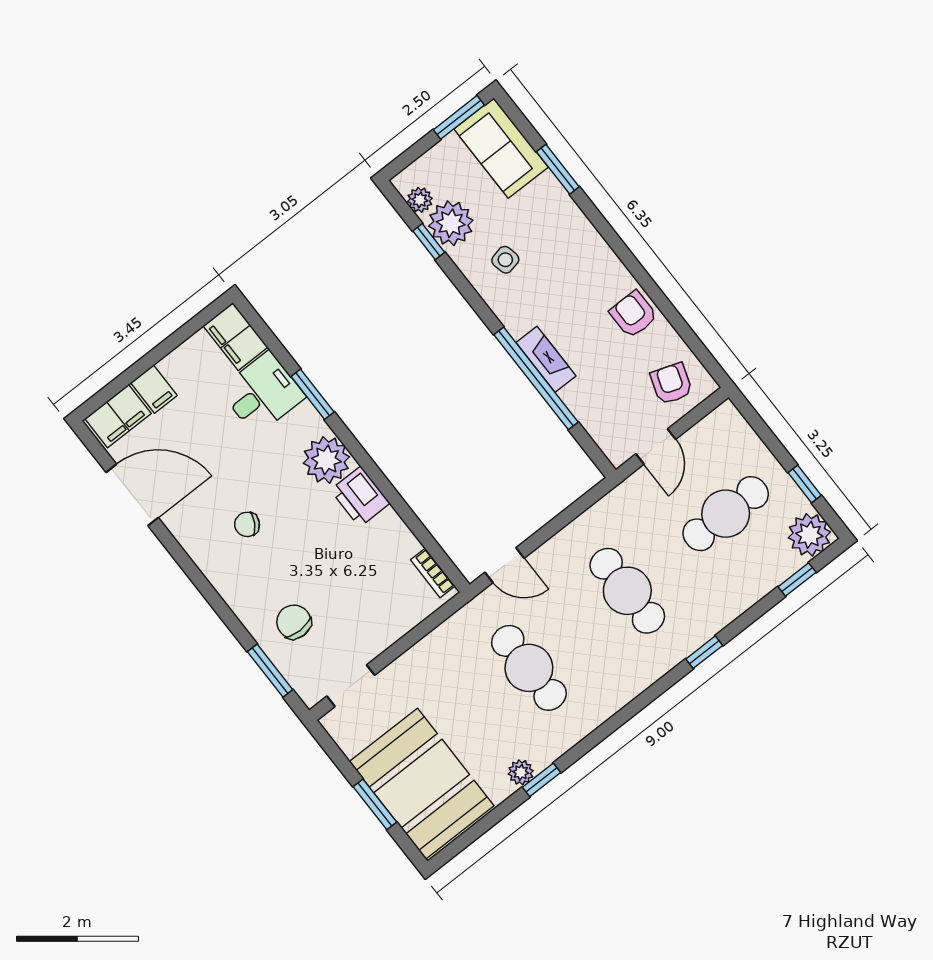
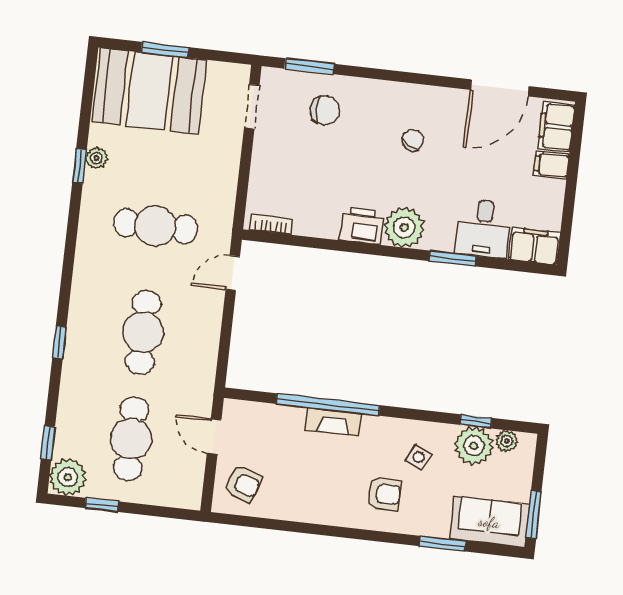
side table: (505, 260) -> (419, 457), turned 37
armchair: (633, 314) -> (384, 494), moved
cafe table: (627, 591) -> (143, 332), turned 90

